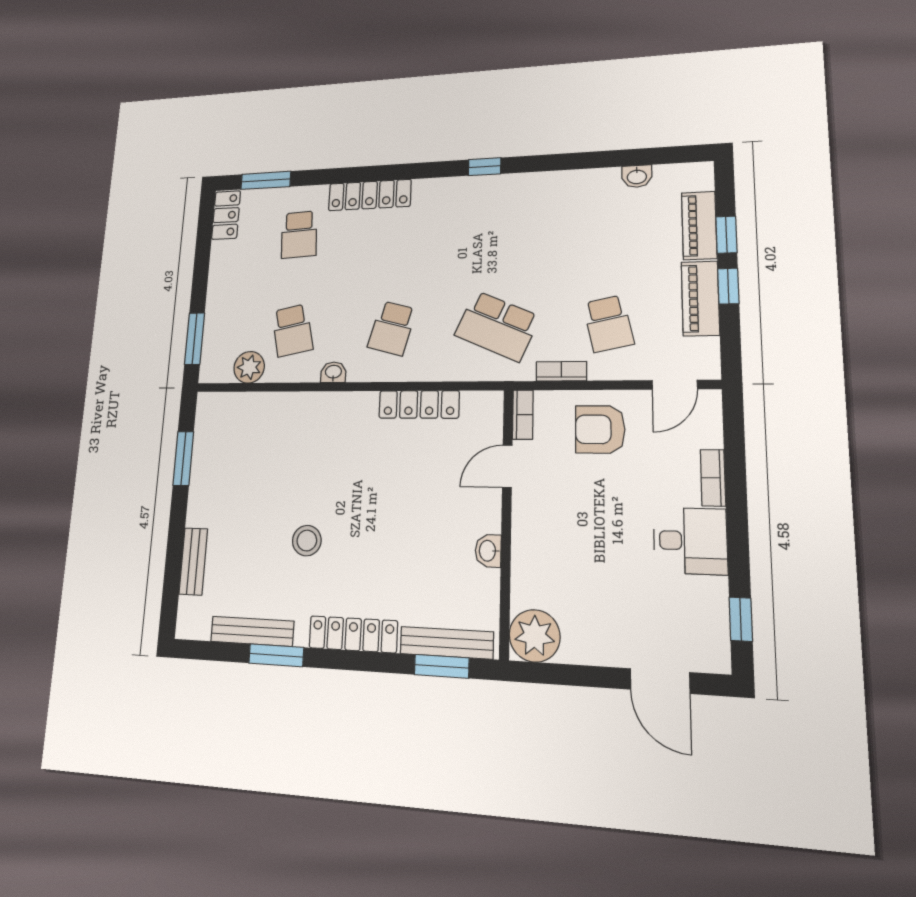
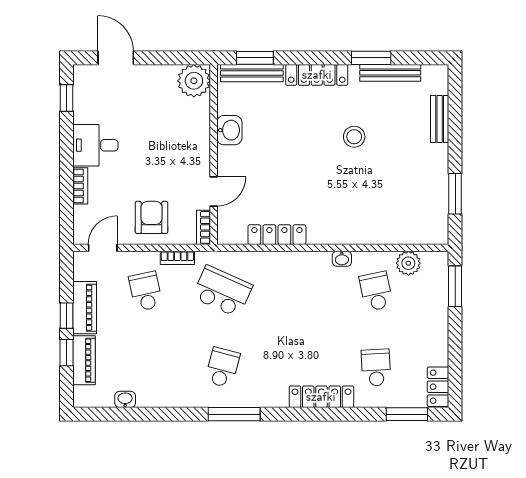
window: (485, 167) -> (234, 414), width x2.17
school desk: (392, 328) -> (222, 367), moved
armchair: (600, 429) -> (151, 217), turned -90
washbasin: (488, 551) -> (229, 130), width x1.38, depth x1.45

